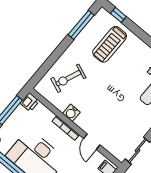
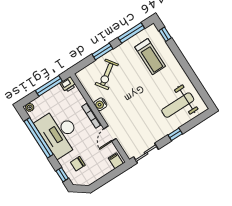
treadmill: (110, 44) -> (150, 57), turned -90
window: (56, 55) -> (102, 52), added
exercise bike: (68, 78) -> (107, 74), turned -57

